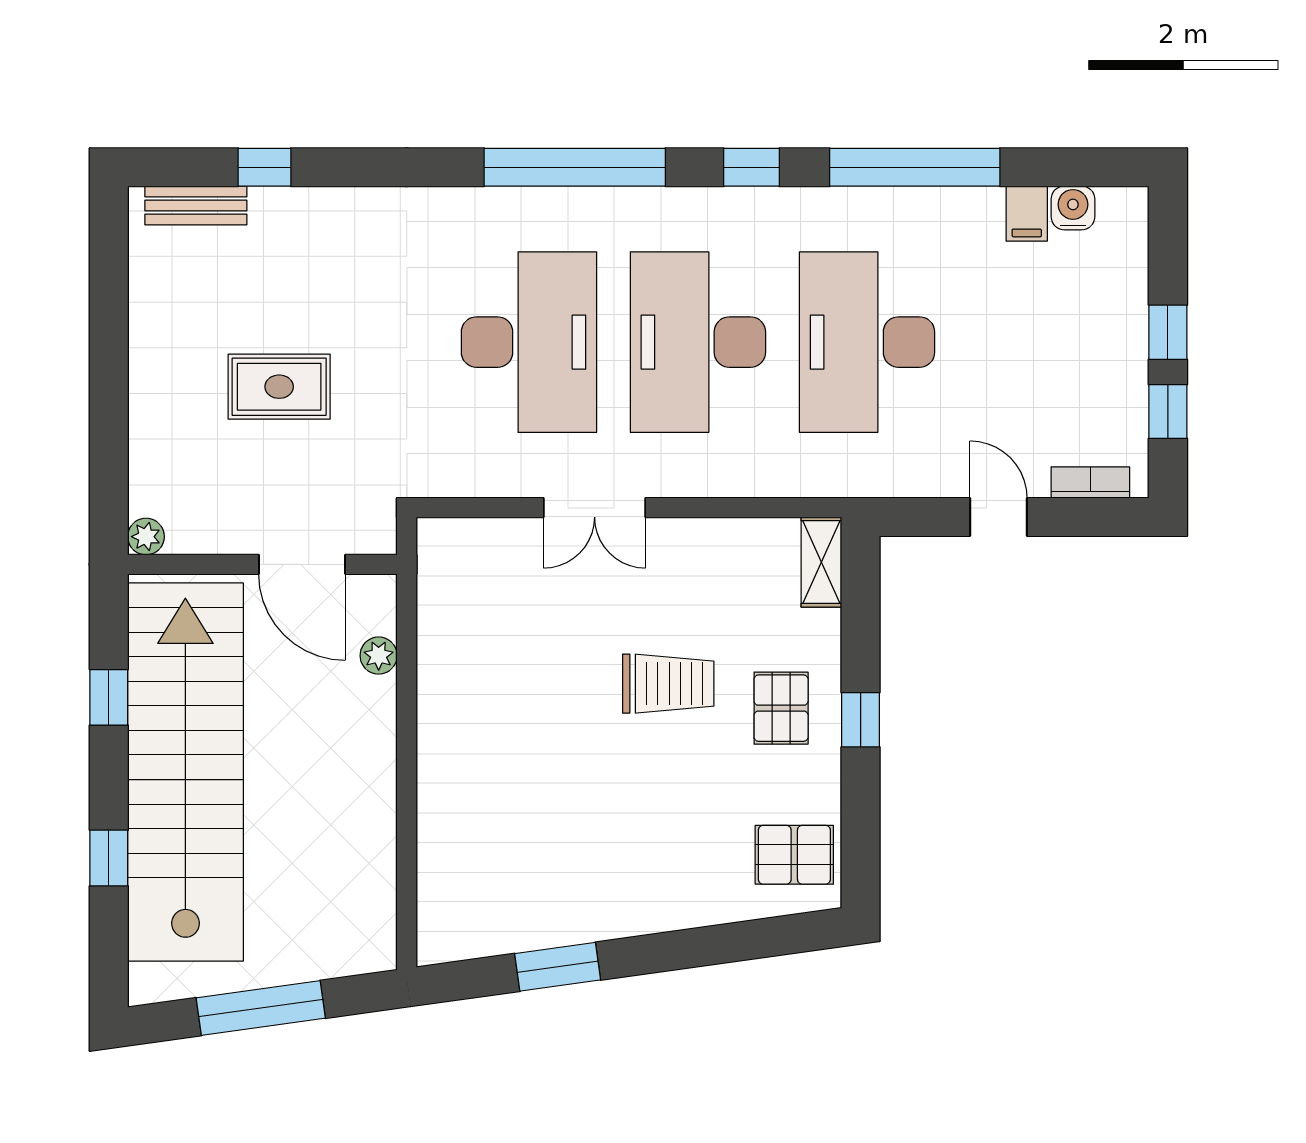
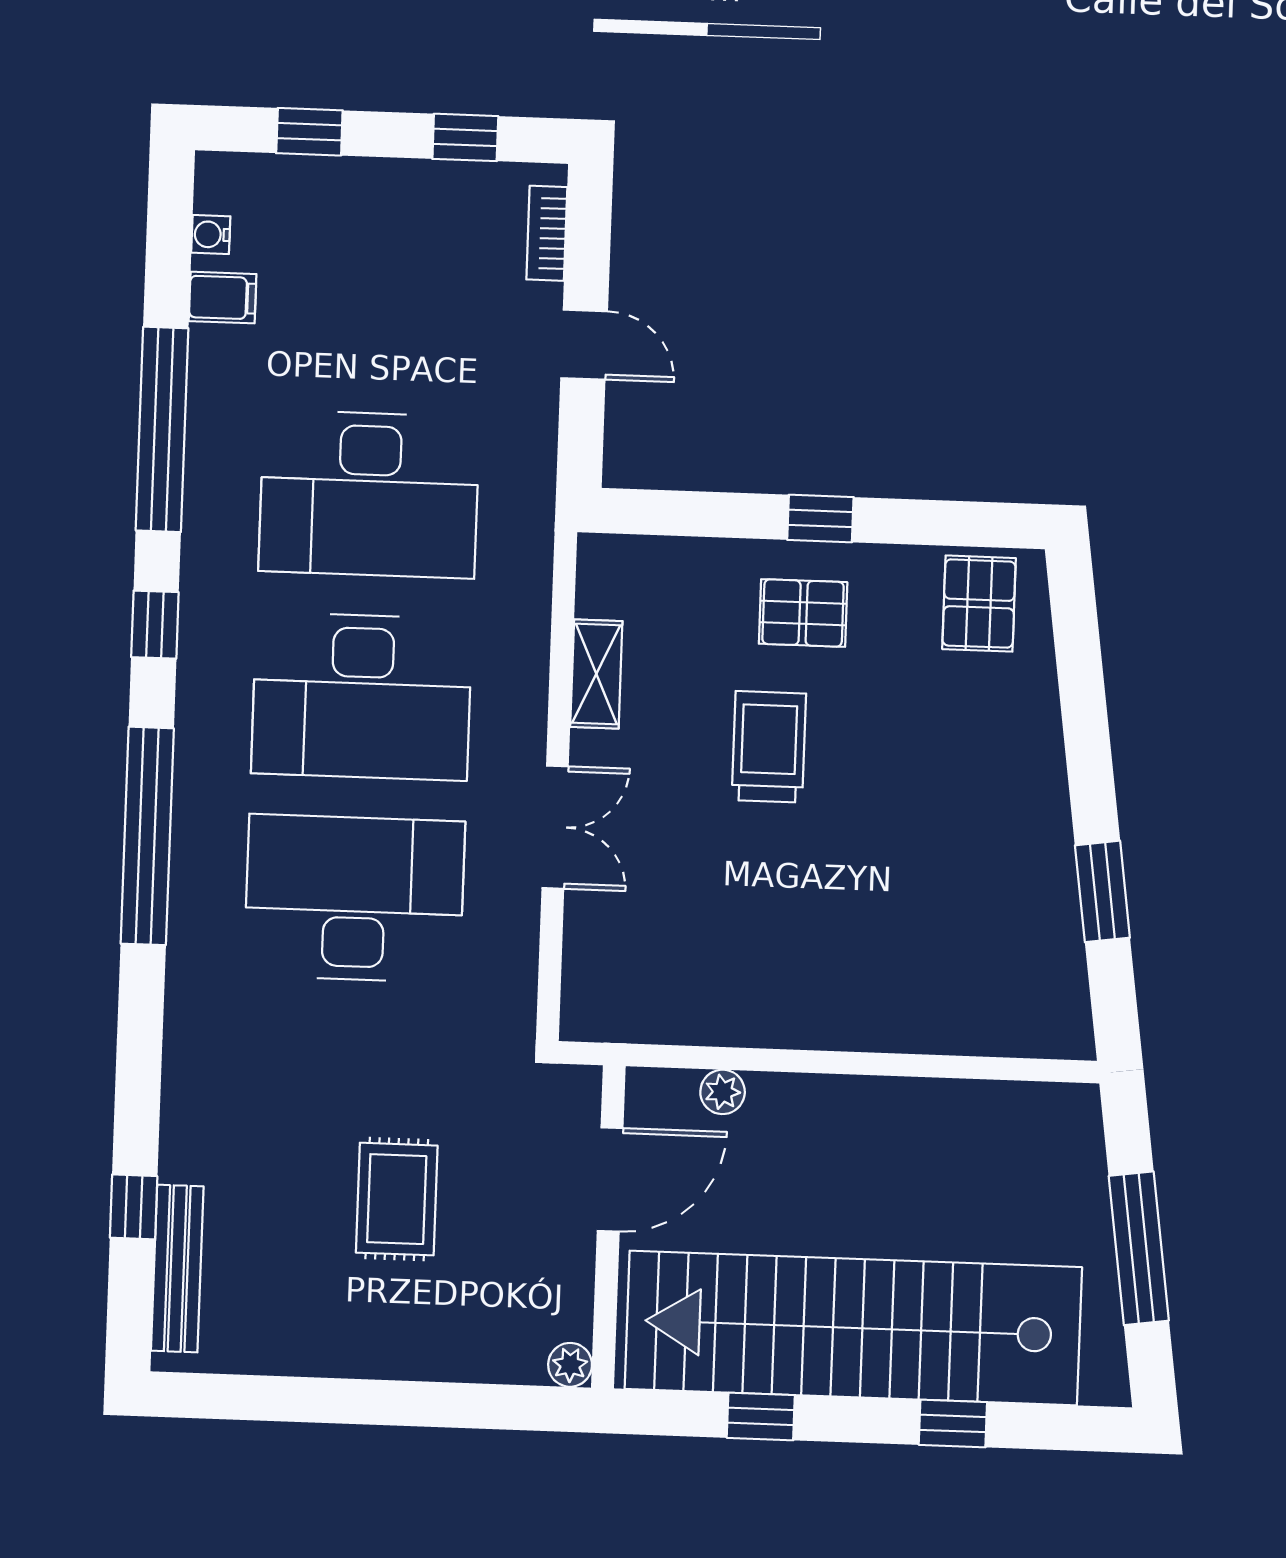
bench: (196, 206) -> (177, 1269), width x1.36
water cooler: (1073, 208) -> (211, 234), width x0.72, depth x0.72
window: (1168, 332) -> (309, 132), moved
door: (998, 517) -> (584, 345), swing flipped
shelving: (821, 562) -> (596, 674), moved, turned 90

